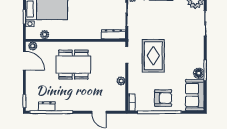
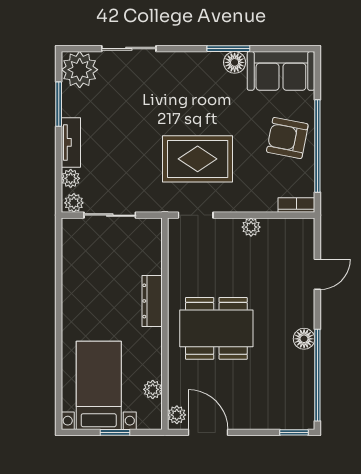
dresser: (113, 34) -> (152, 301), moved
door: (24, 61) -> (208, 432), hinge flipped
dining table: (73, 65) -> (216, 328), turned 90
armchair: (163, 98) -> (287, 138), turned -79
dresser: (47, 106) -> (305, 385), removed
floor lamp: (69, 106) -> (304, 339), added

